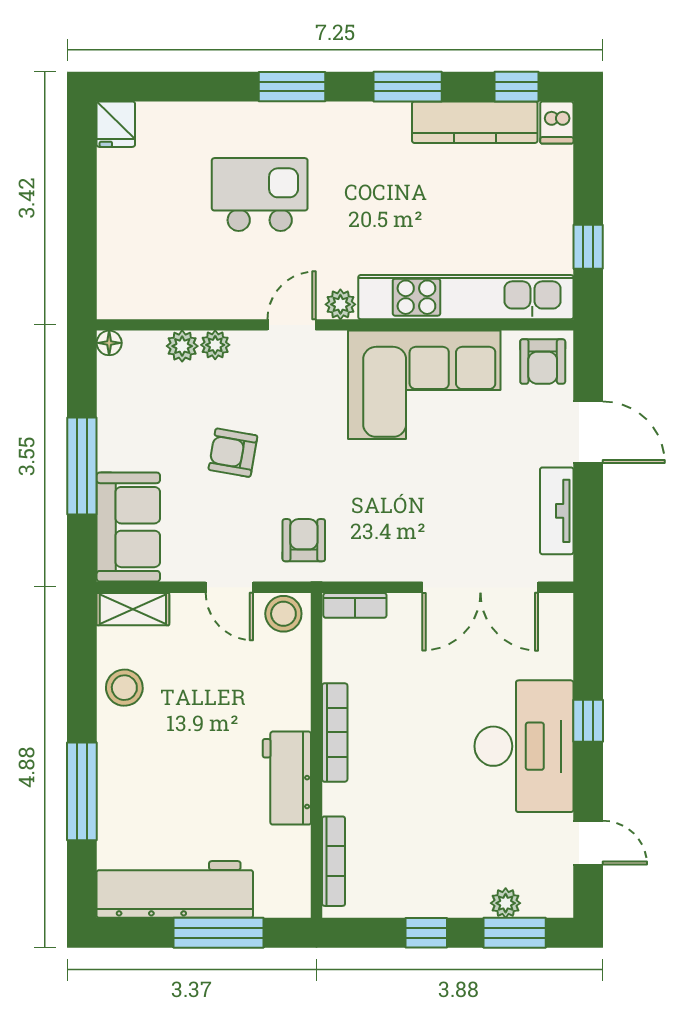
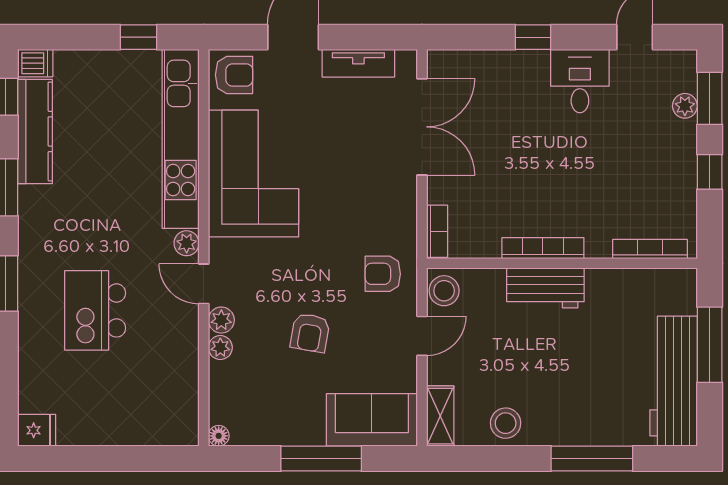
plant: (182, 346) -> (221, 320), moved
desk: (524, 746) -> (580, 81), width x0.53, depth x0.77
workbench: (287, 778) -> (545, 288), moved

